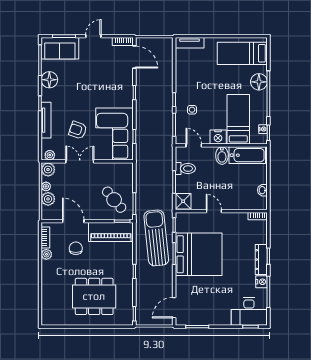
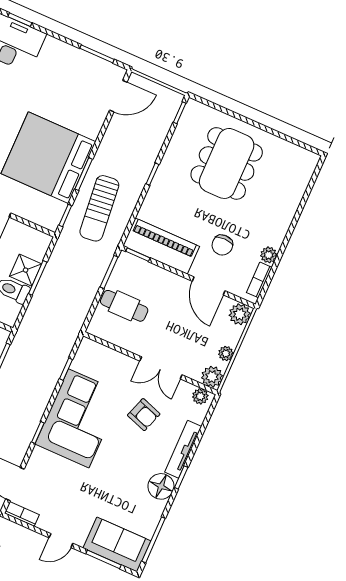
floor lamp: (49, 80) -> (161, 486), moved
corner sofa: (114, 134) -> (79, 418), moved
plant: (48, 199) -> (240, 314), moved
cafe table: (114, 200) -> (124, 306), moved, turned -50
shower: (183, 201) -> (26, 270), moved
sun lounger: (156, 238) -> (99, 208), width x0.73, depth x0.75
dining table: (94, 296) -> (227, 163), turned 90

